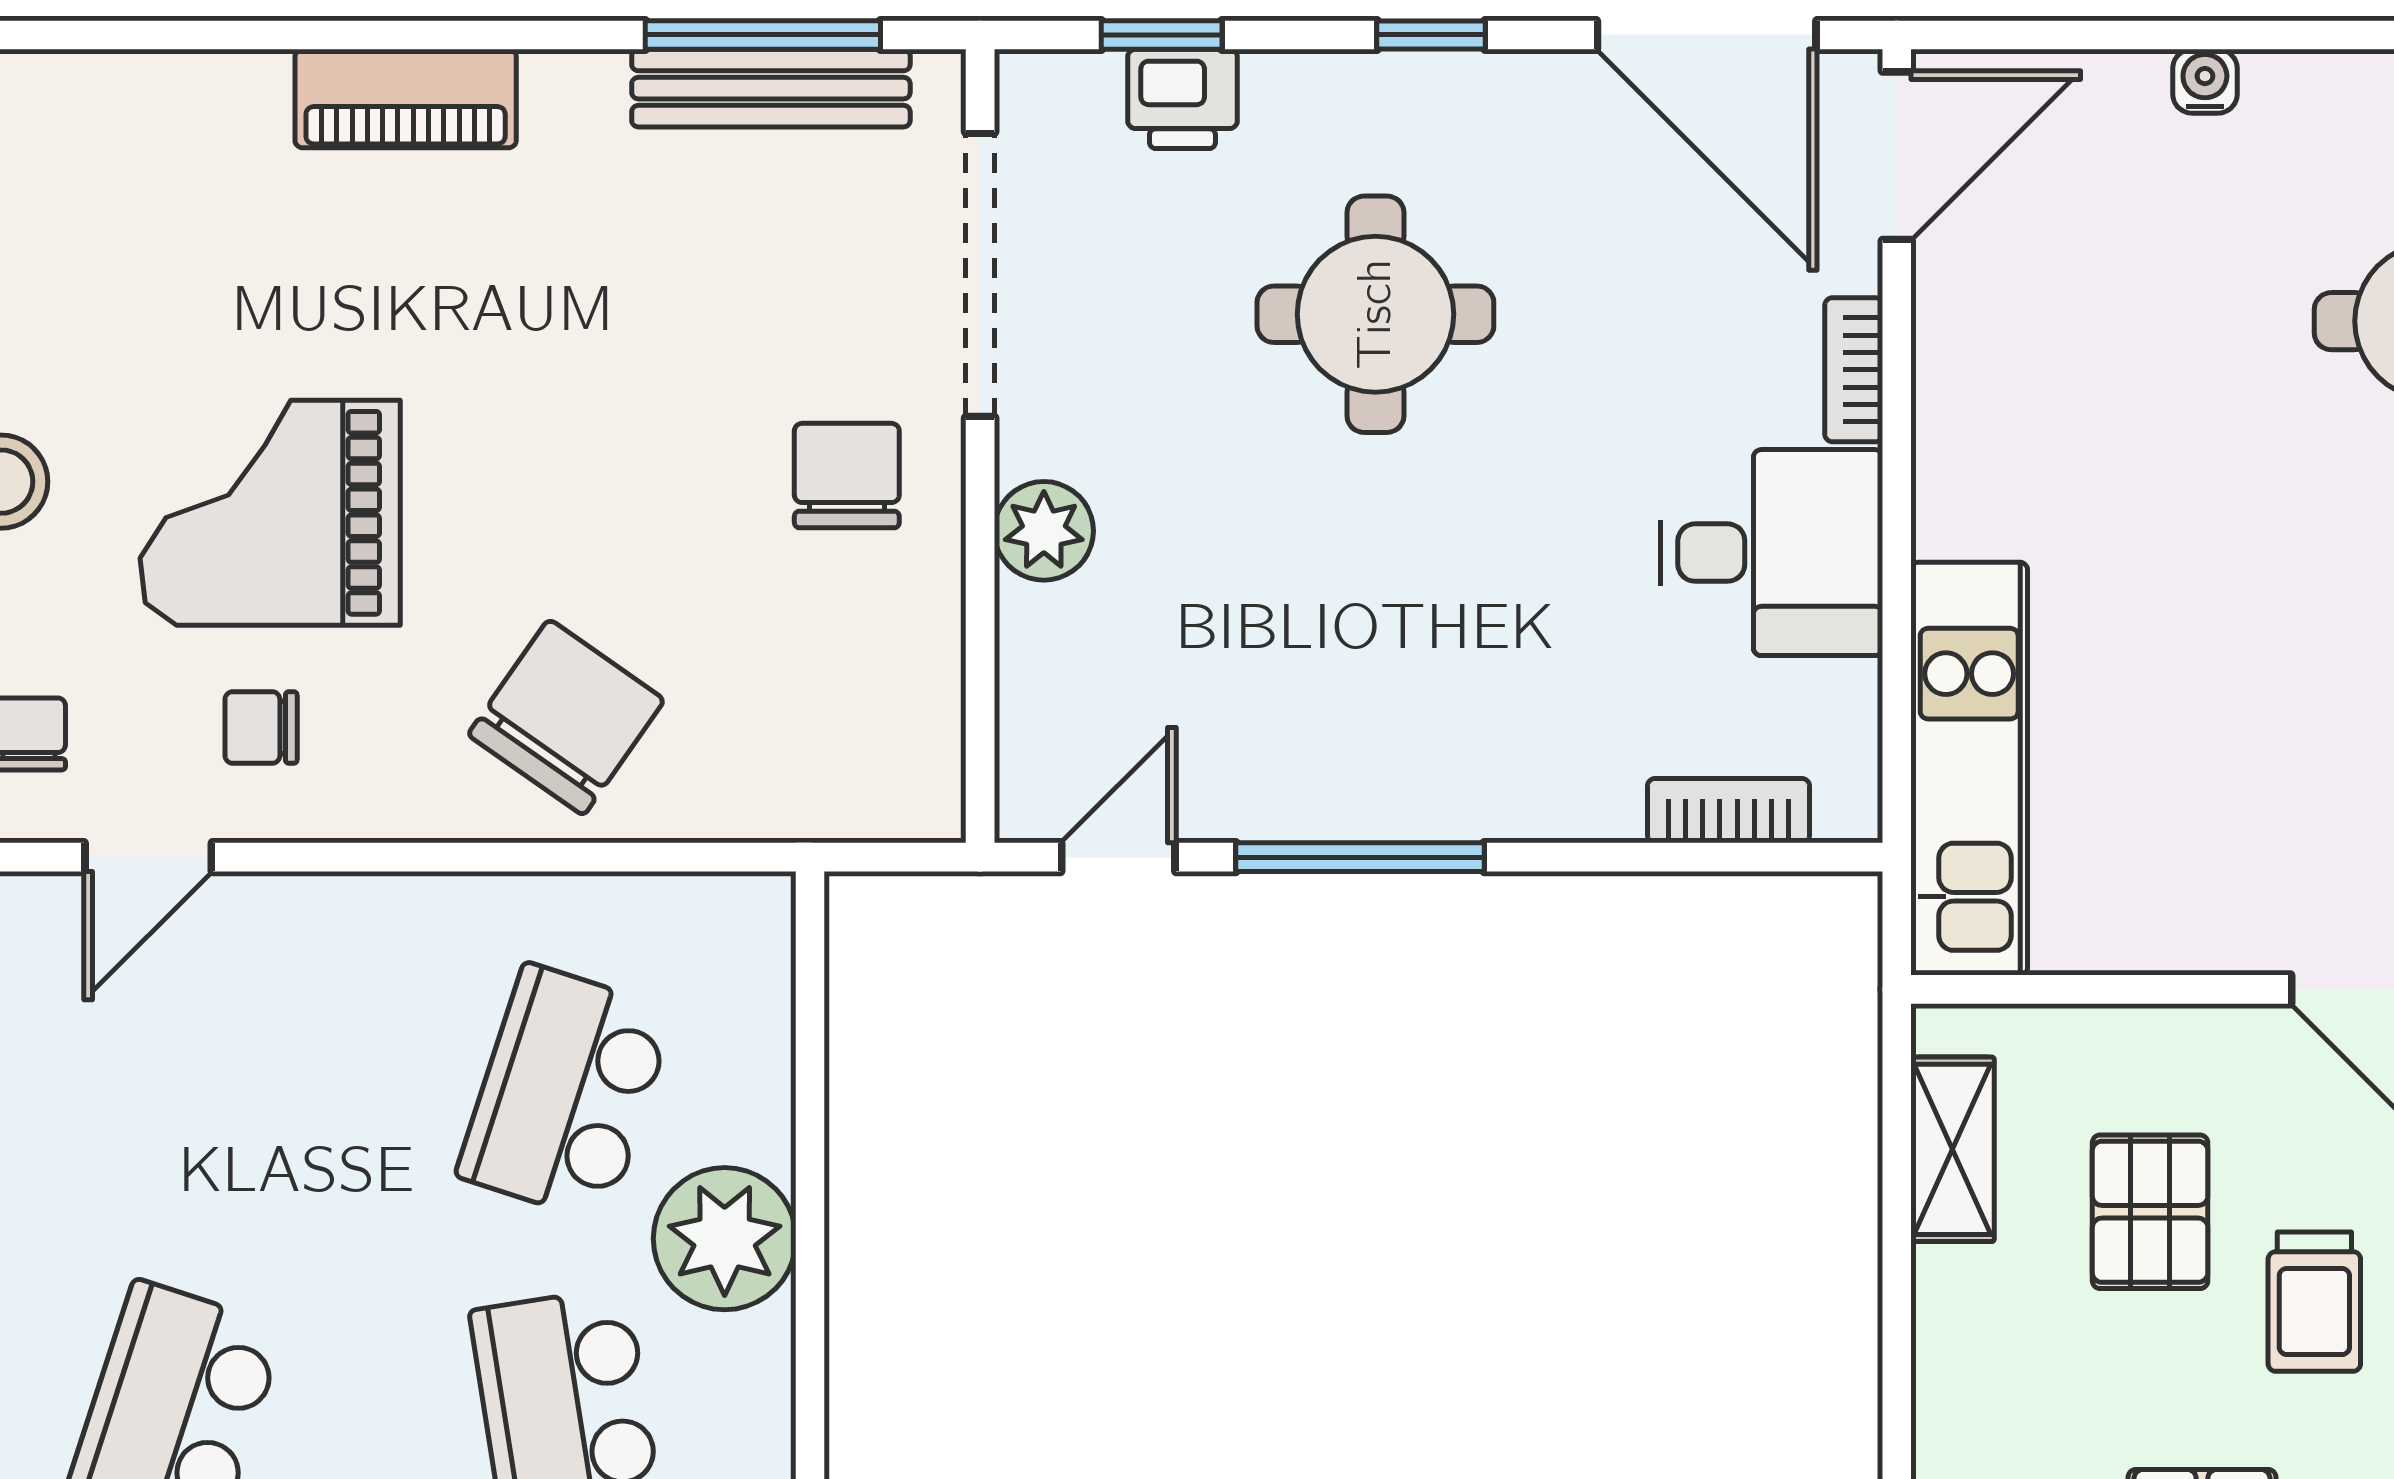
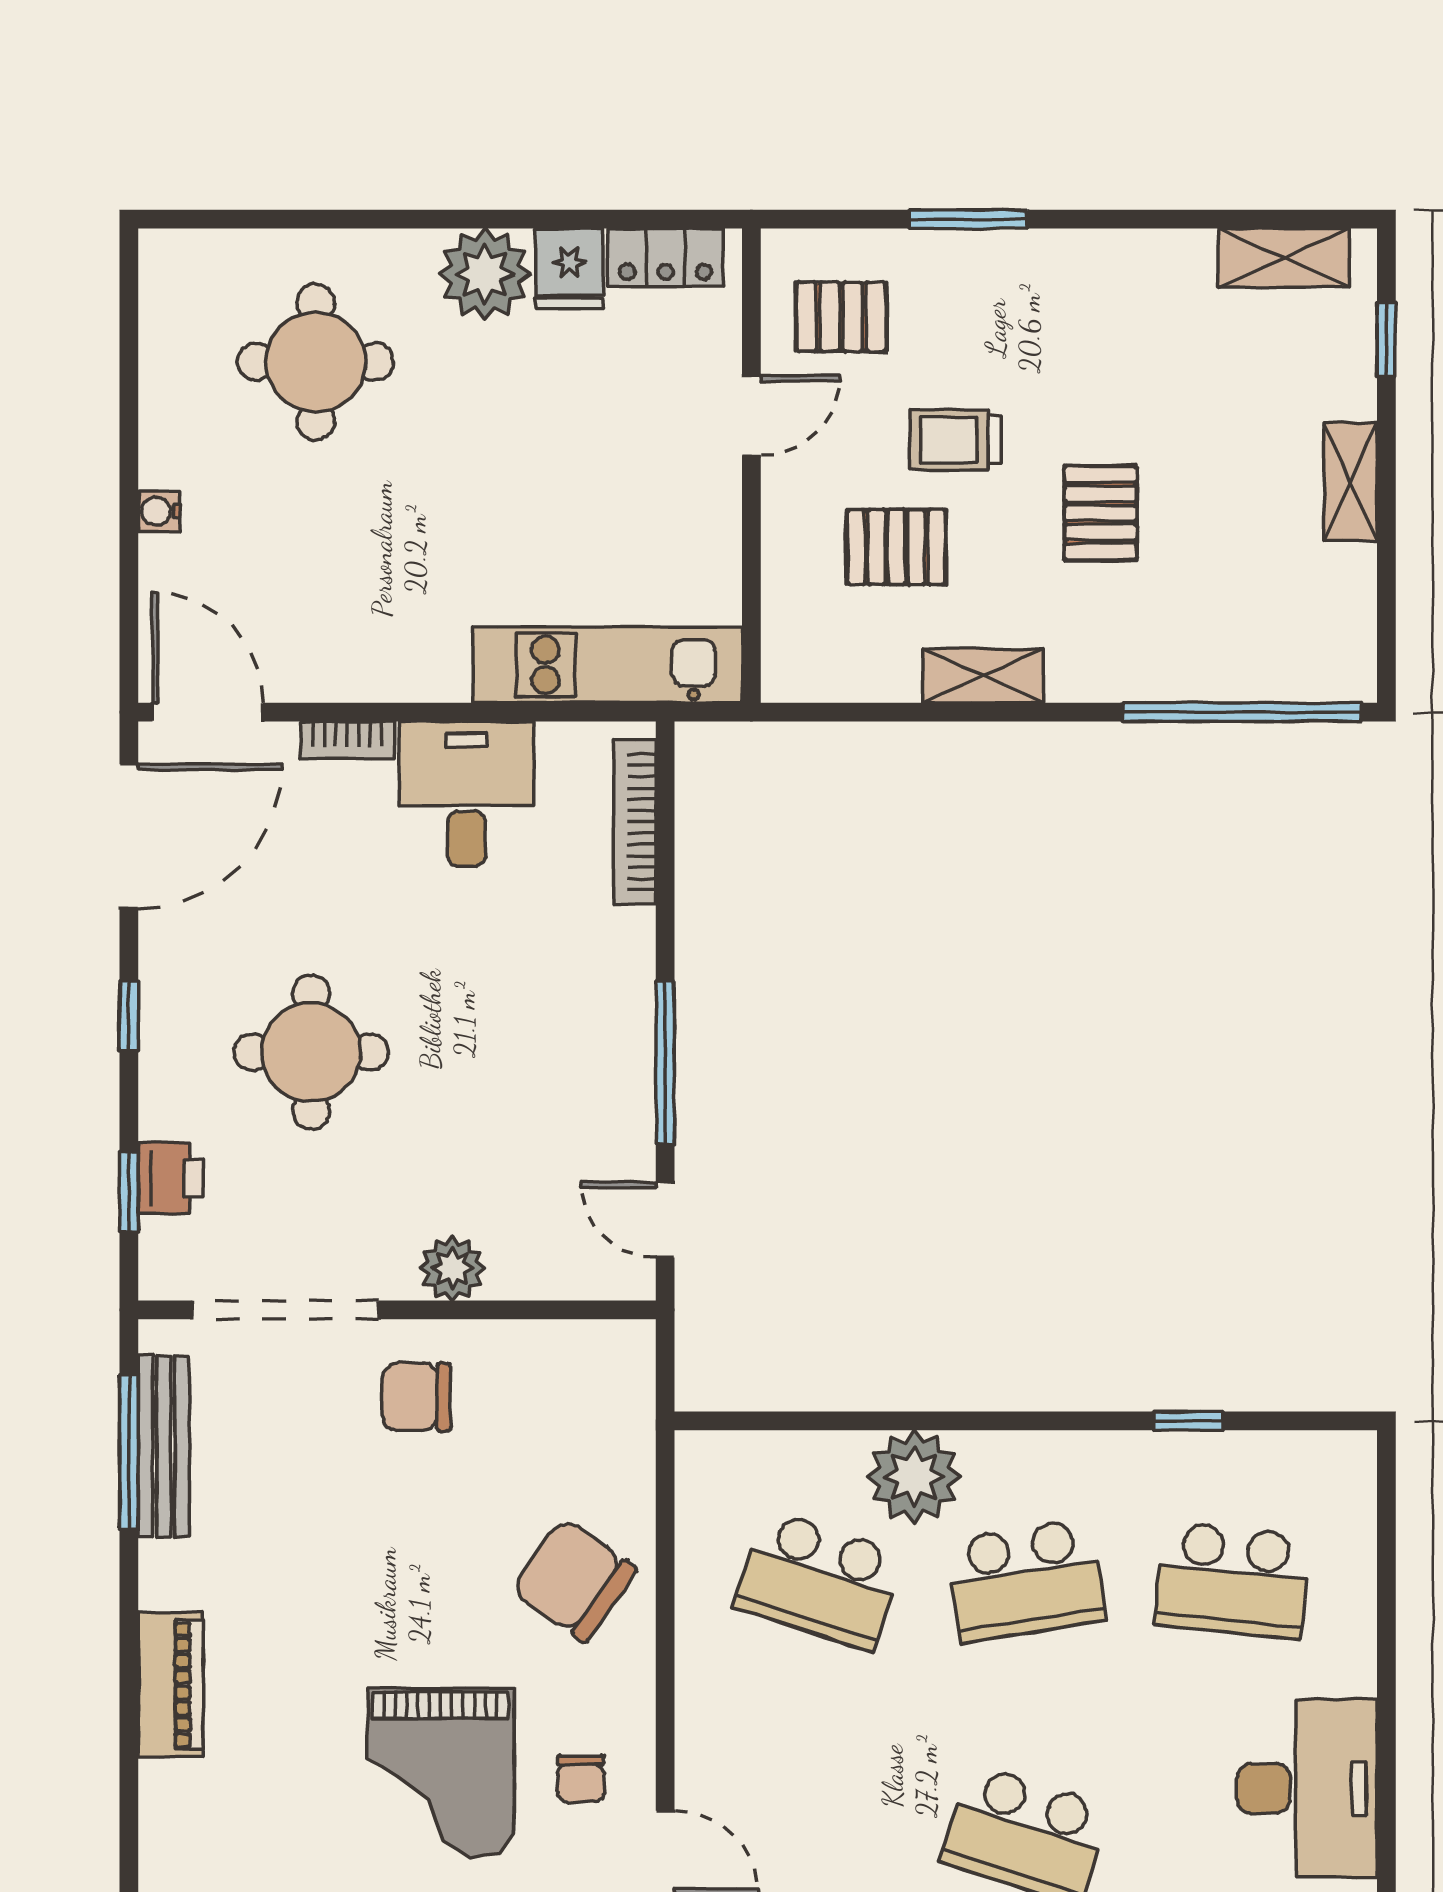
bookcase: (1728, 811) -> (635, 822), width x1.56
shelving: (1953, 1149) -> (983, 676), moved
trolley: (2314, 1302) -> (955, 440), turned 180

